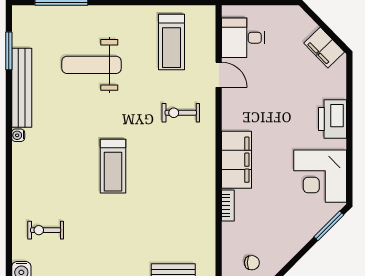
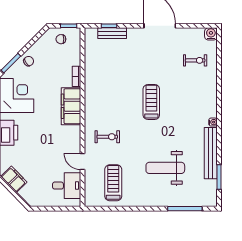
weight bench: (91, 65) -> (165, 168), turned 180
chair: (302, 229) -> (29, 61), added

